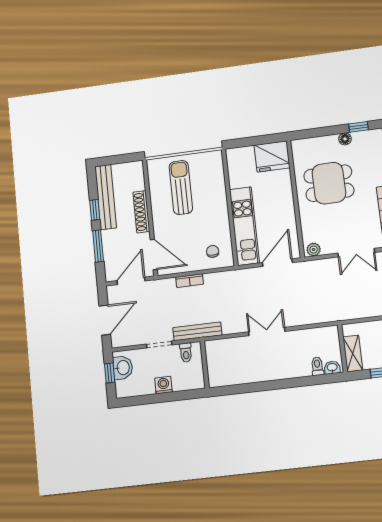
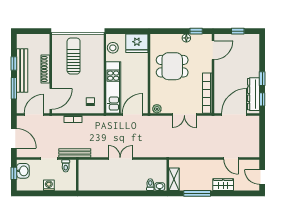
stool: (237, 168) -> (113, 48), added
bench: (106, 197) -> (22, 71), moved
door: (154, 255) -> (51, 99), hinge flipped
door: (105, 320) -> (14, 138), hinge flipped

